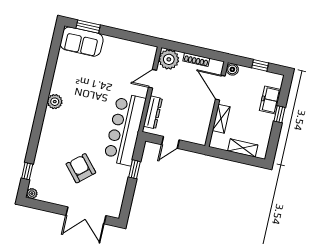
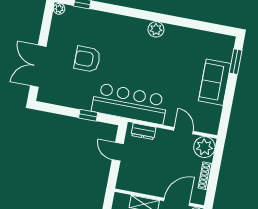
sofa: (82, 42) -> (215, 82), moved
dresser: (153, 112) -> (144, 131), width x0.70
armchair: (81, 168) -> (87, 59), turned -139

